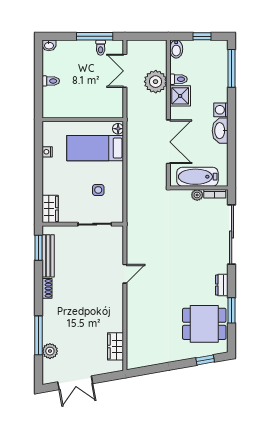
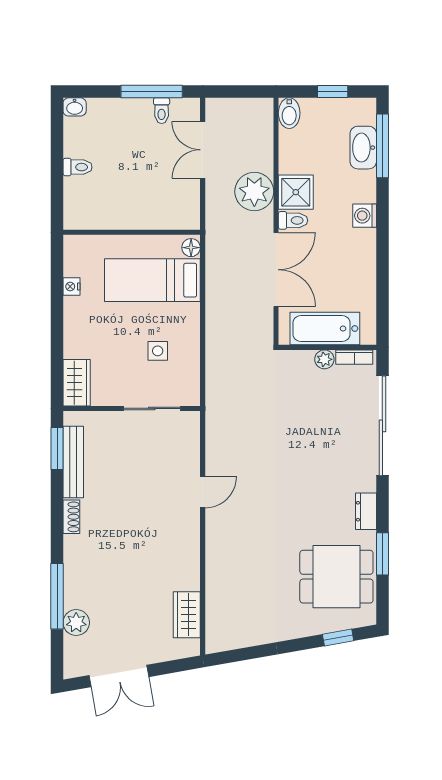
toilet: (179, 79) -> (293, 220), moved
plant: (156, 82) -> (254, 192), moved
washbasin: (220, 131) -> (363, 148), moved

